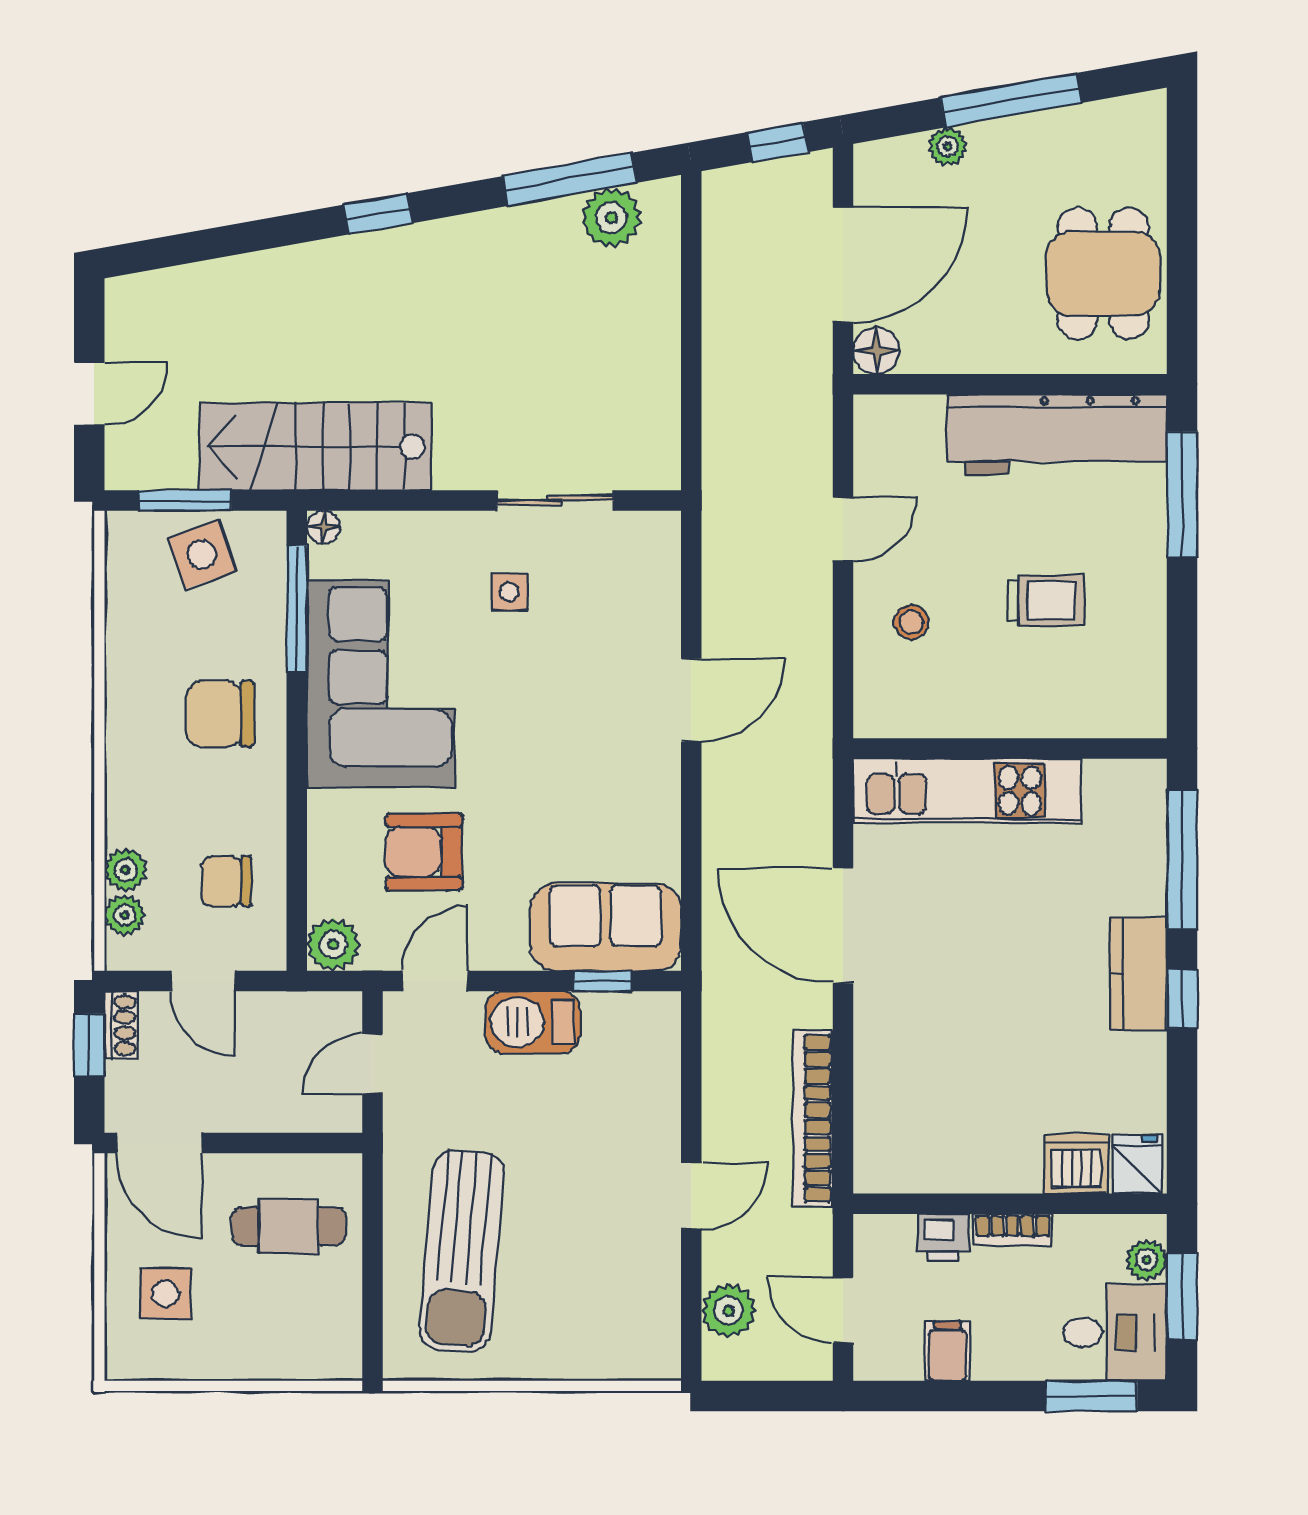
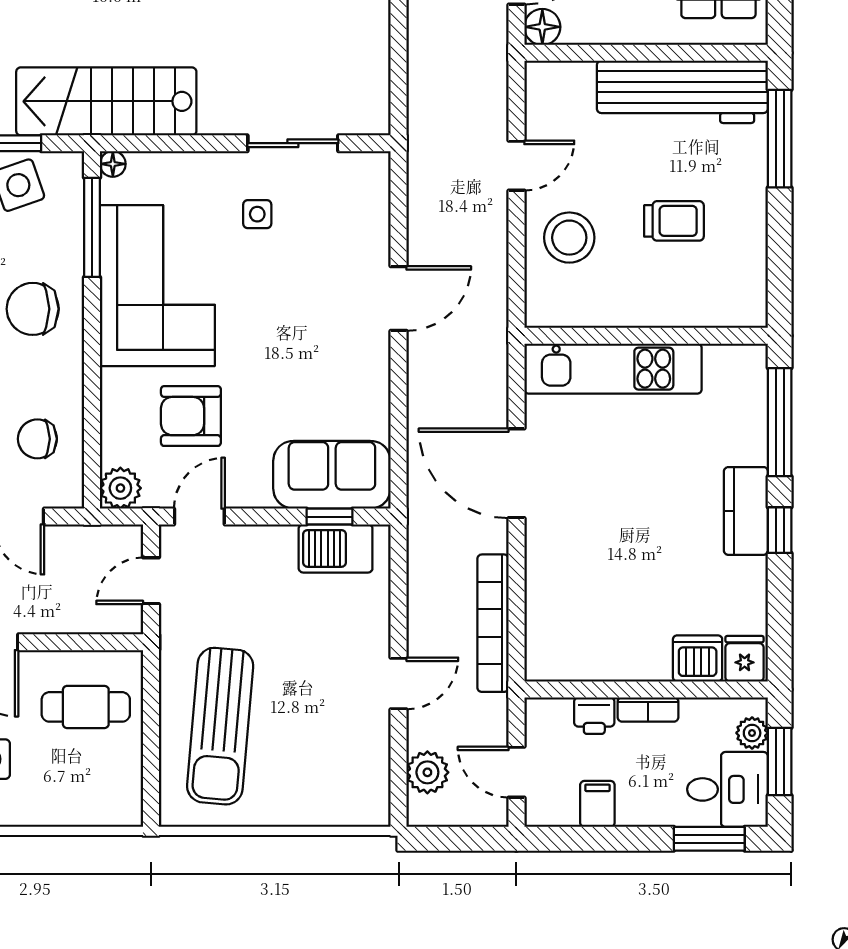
stool: (911, 622) -> (569, 238), width x1.89, depth x1.89
barbecue: (533, 1022) -> (336, 548), moved

